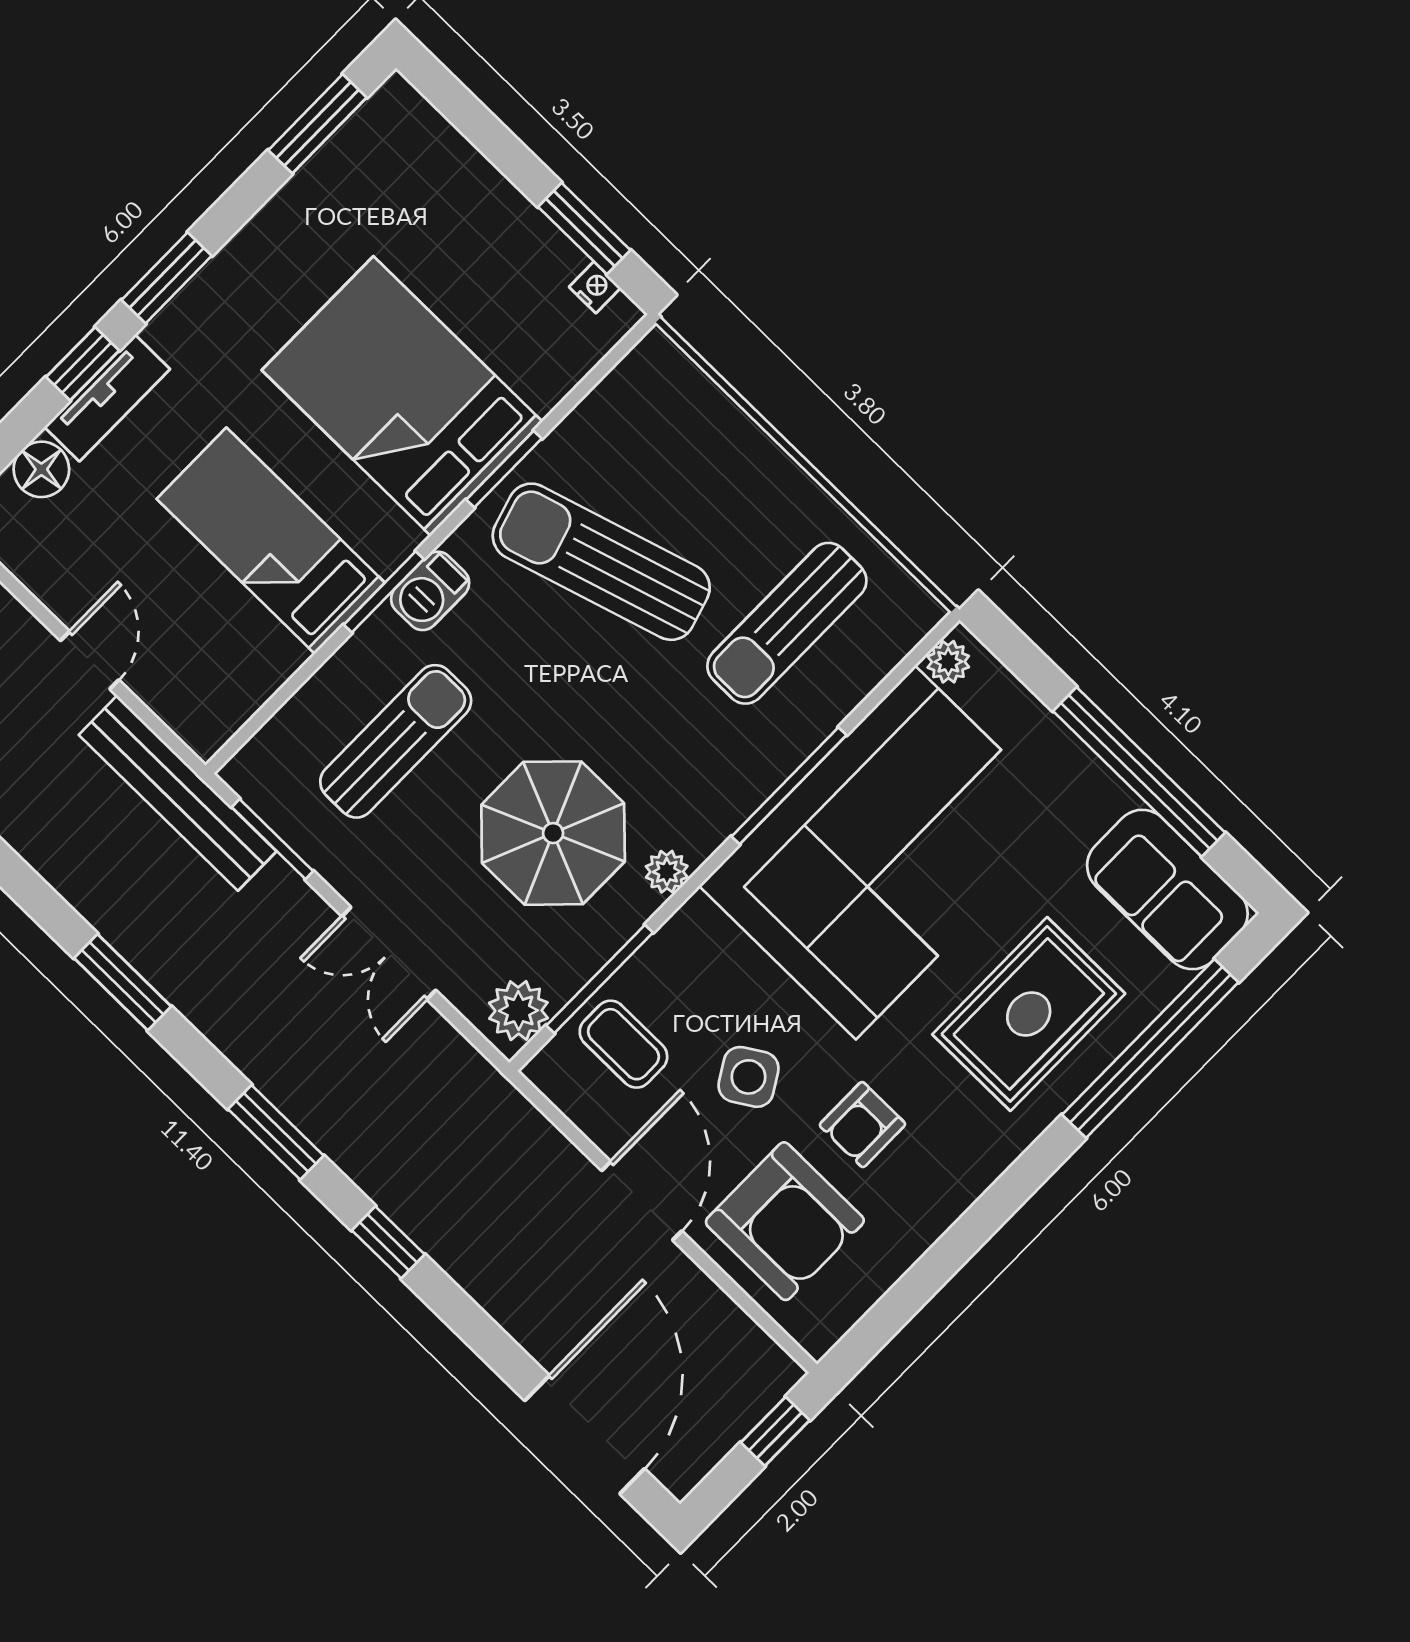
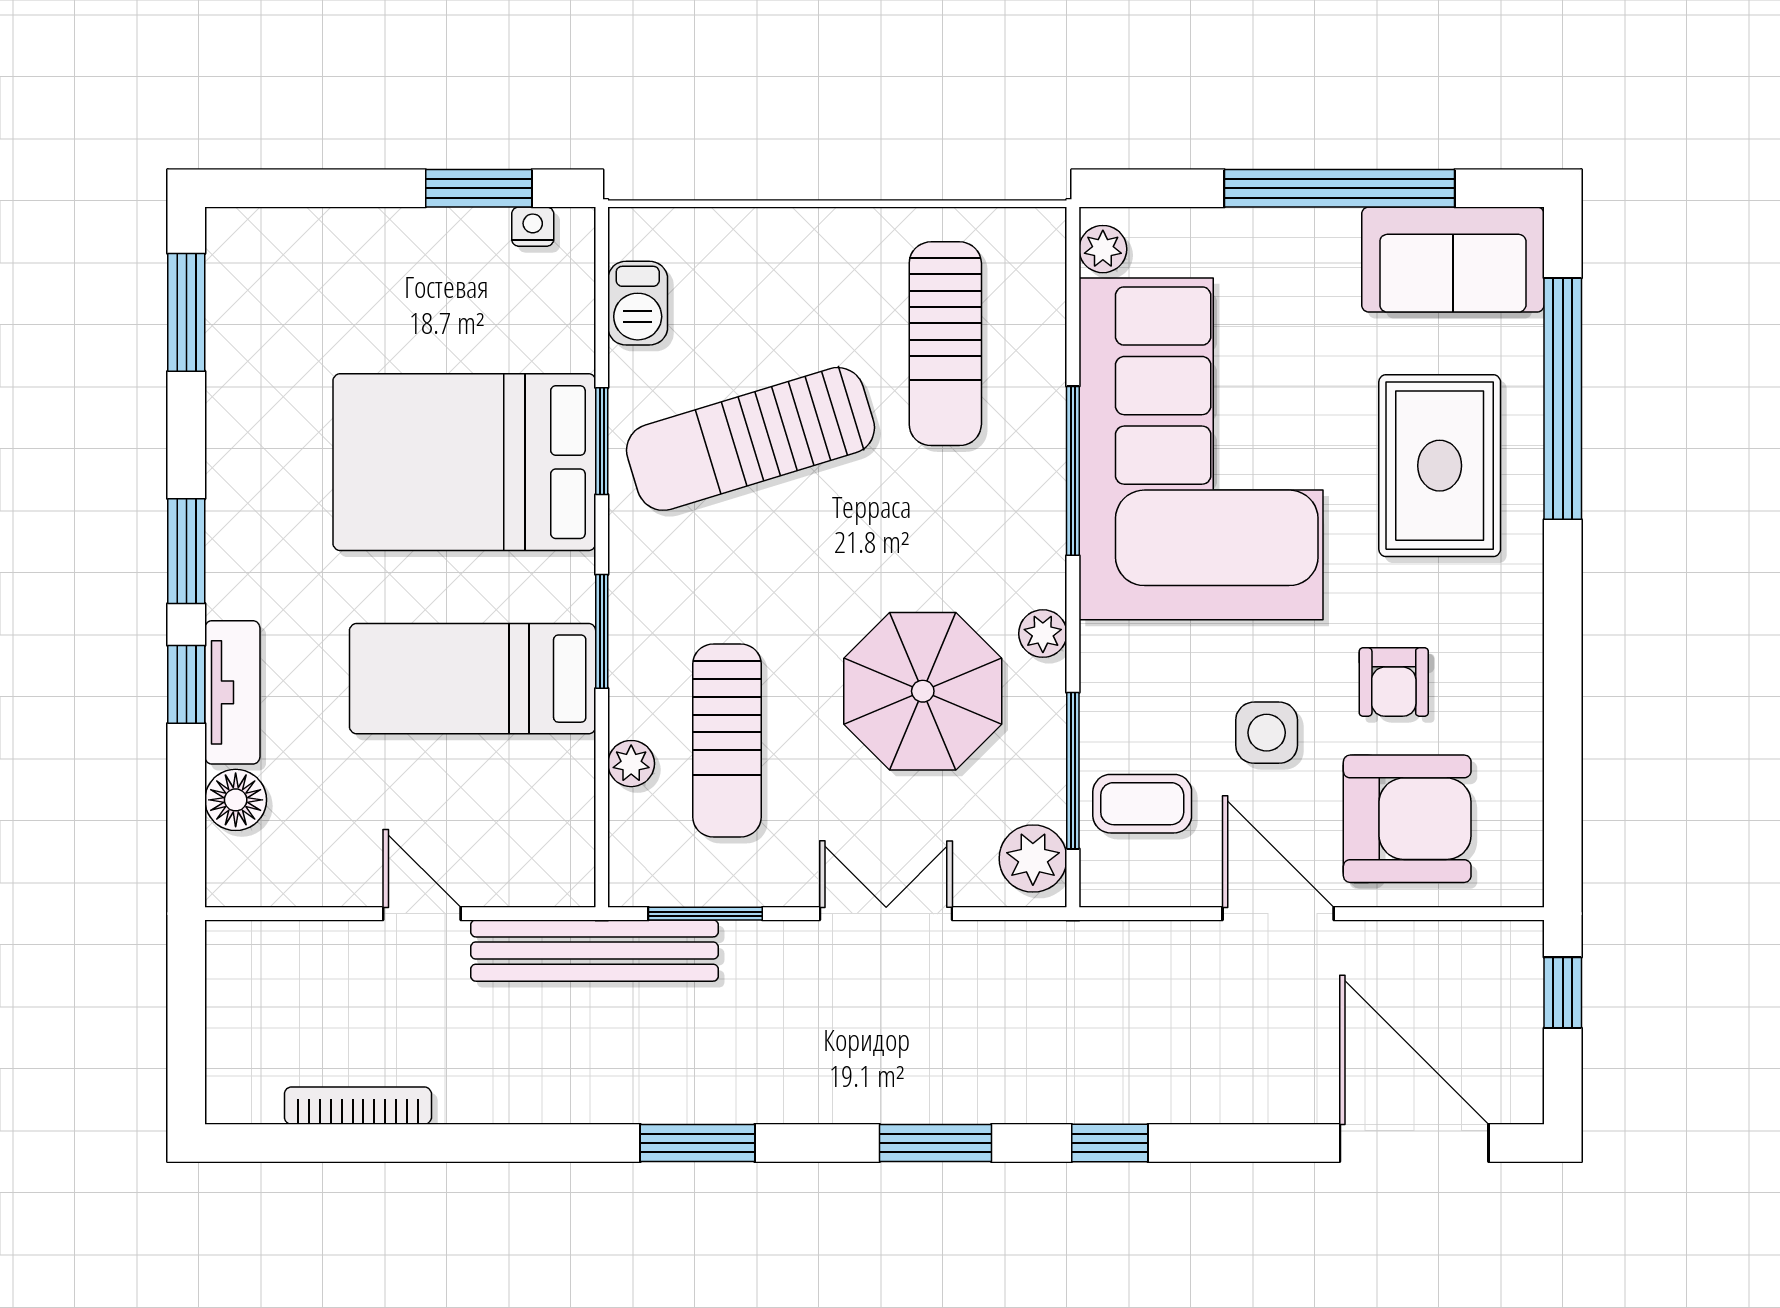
barbecue: (430, 591) -> (638, 303), moved
plant: (319, 696) -> (631, 764), added
sun lounger: (396, 741) -> (727, 740), turned 180
double door: (389, 953) -> (886, 914), swing flipped
side table: (748, 1077) -> (1267, 733), turned 32

